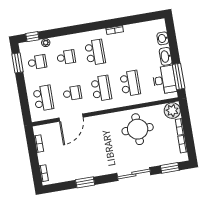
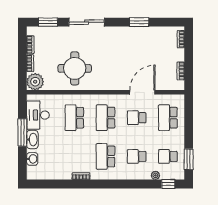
window: (179, 76) -> (22, 132), moved

